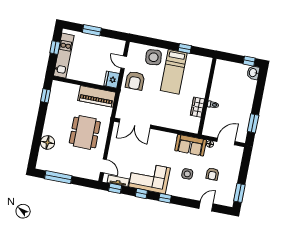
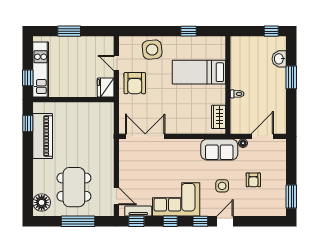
window: (55, 48) -> (28, 78), moved
bed: (174, 72) -> (199, 72), moved, turned 90
washbasin: (253, 73) -> (279, 59), moved
piano: (97, 96) -> (43, 136), moved, turned -90
wardrobe: (197, 107) -> (219, 117), moved
window: (253, 123) -> (291, 77), moved
double door: (135, 124) -> (145, 136), swing flipped
dining table: (85, 132) -> (74, 187), moved
floor lamp: (48, 142) -> (42, 202), moved
window: (58, 177) -> (78, 221), moved
door: (206, 206) -> (225, 221), moved

